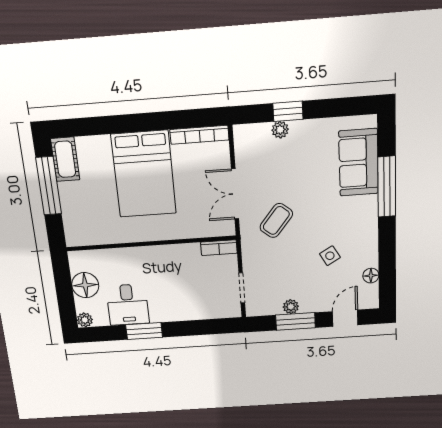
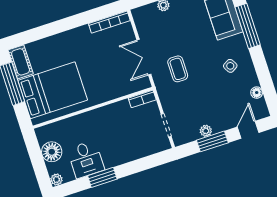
bed: (144, 174) -> (53, 90), moved, turned -90
coffee table: (276, 220) -> (178, 69), turned -39
side table: (330, 256) -> (230, 66), moved

